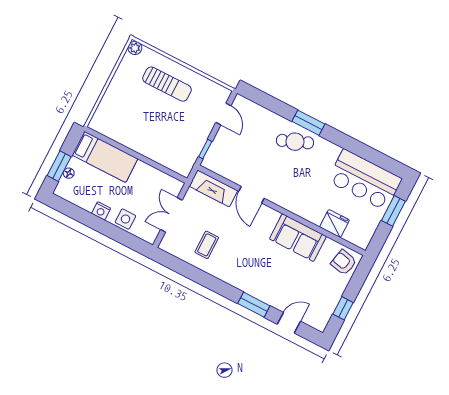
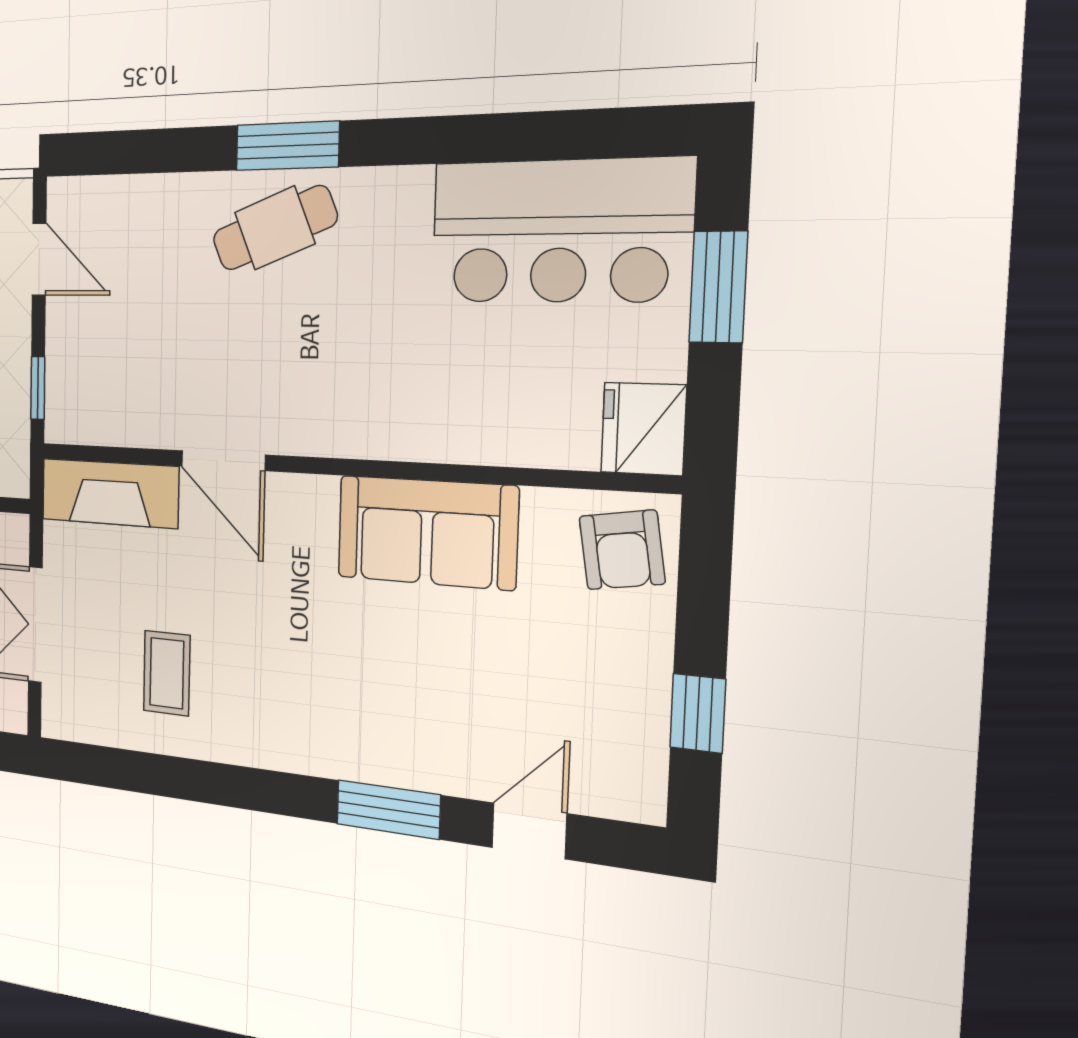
fridge: (335, 224) -> (643, 429), moved, turned -90
armchair: (344, 262) -> (622, 550), turned -111

